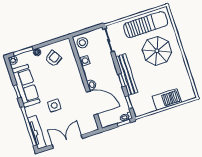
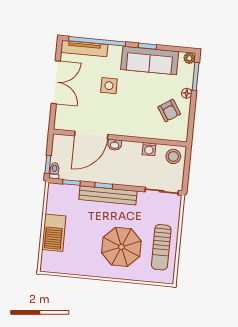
sun lounger: (146, 25) -> (161, 247), width x0.73, depth x0.75

